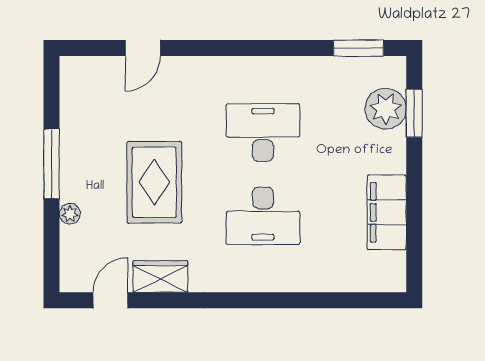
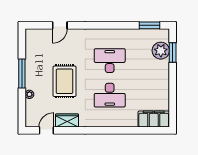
filing cabinet: (387, 212) -> (154, 119), moved, turned 90

